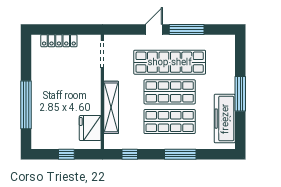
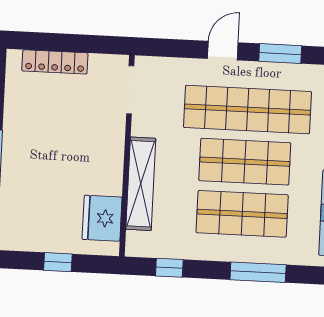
window: (187, 29) -> (280, 54), width x0.69

